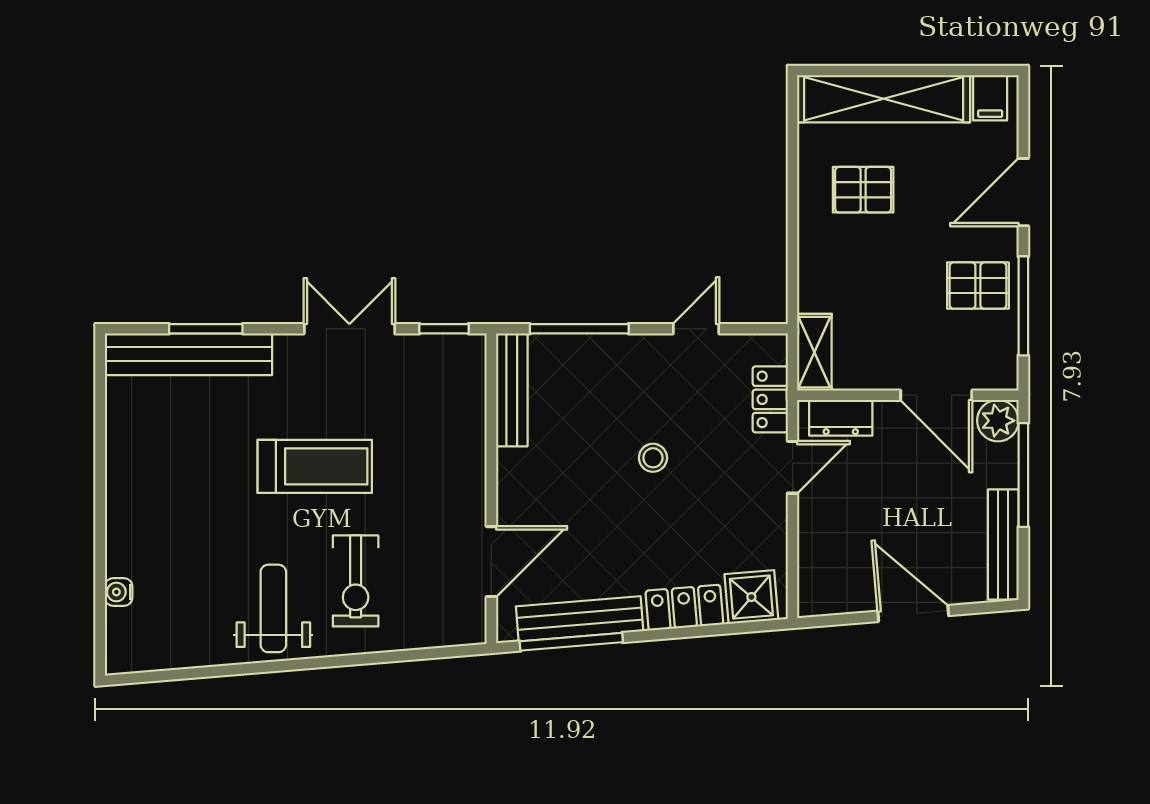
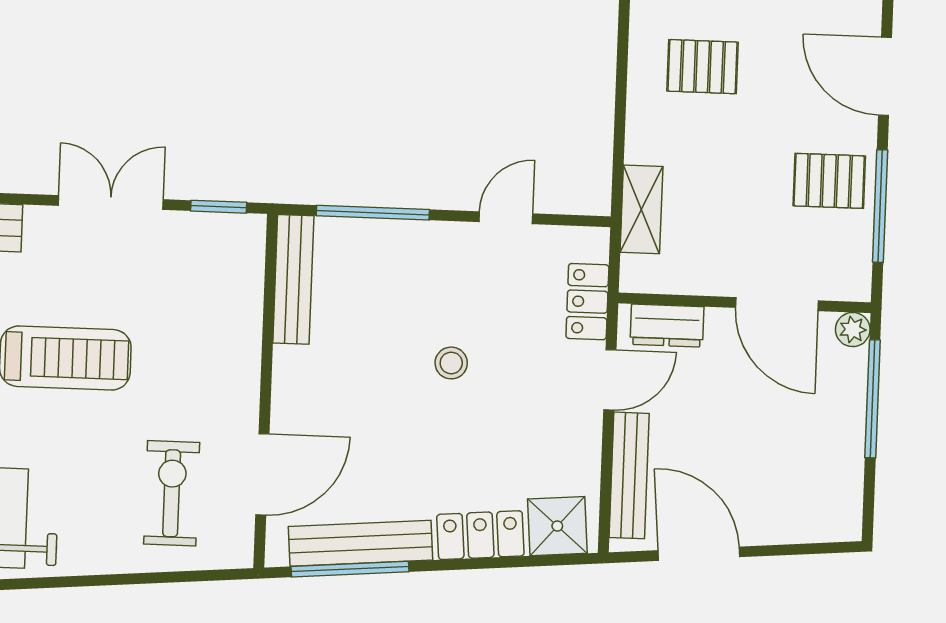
door: (1023, 192) -> (885, 76), hinge flipped
shelving: (814, 352) -> (641, 209), moved
plant: (998, 421) -> (853, 330), width x0.73, depth x0.73
bench: (1003, 544) -> (629, 475), moved
exercise bike: (356, 581) -> (172, 493), moved, turned 180
door: (913, 613) -> (699, 554), moved

